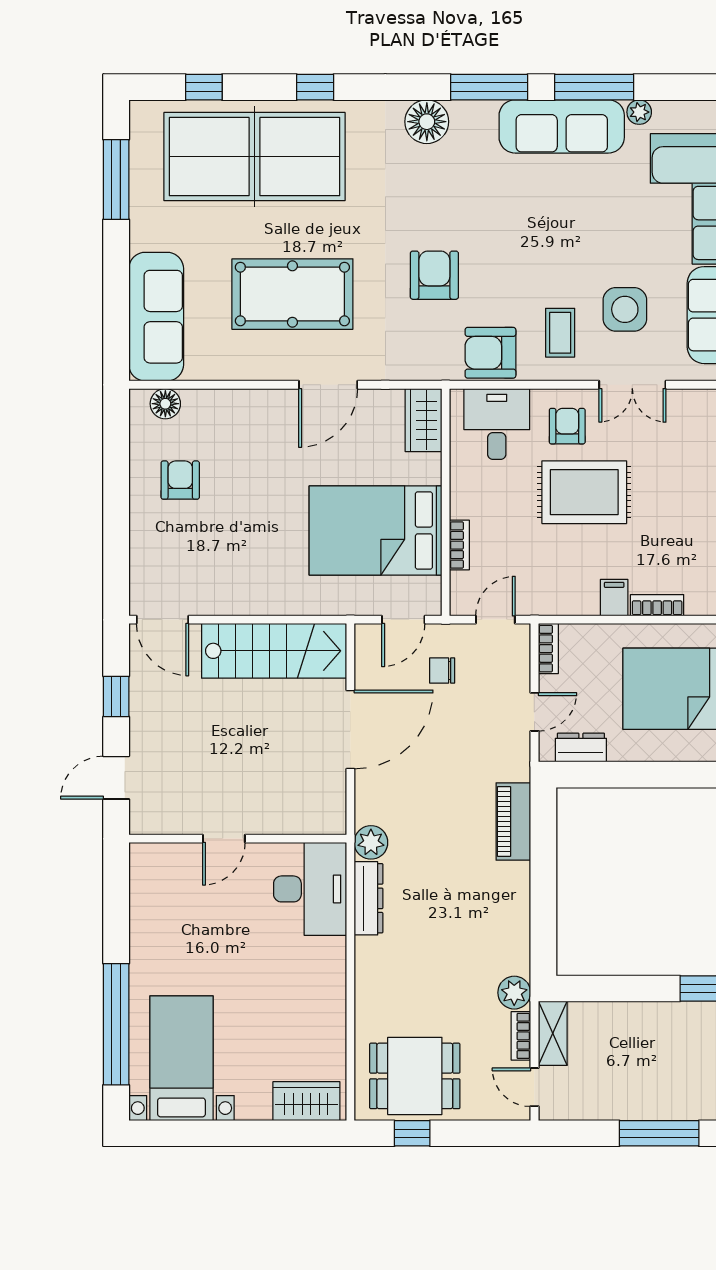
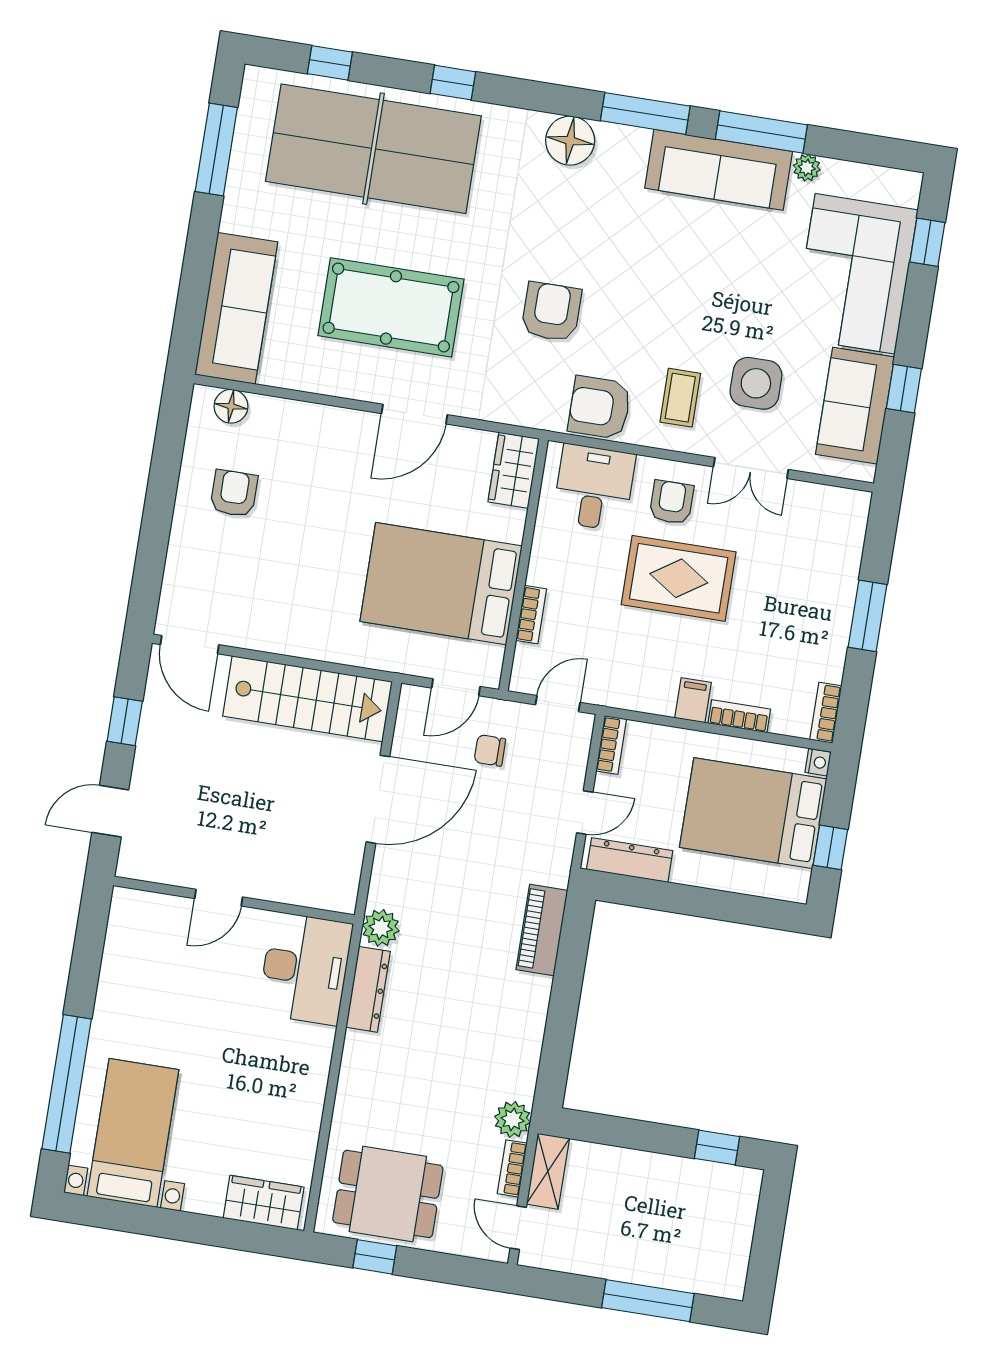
dresser: (581, 747) -> (630, 860), width x1.44

